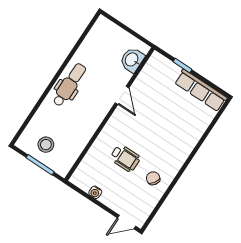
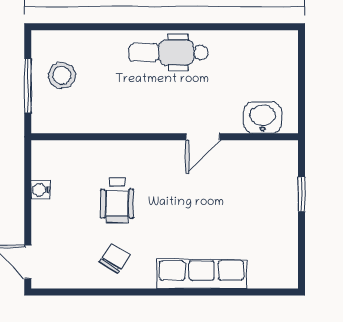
dental chair: (69, 85) -> (168, 52), turned 180
row of seats: (201, 90) -> (202, 274), moved, turned 90

